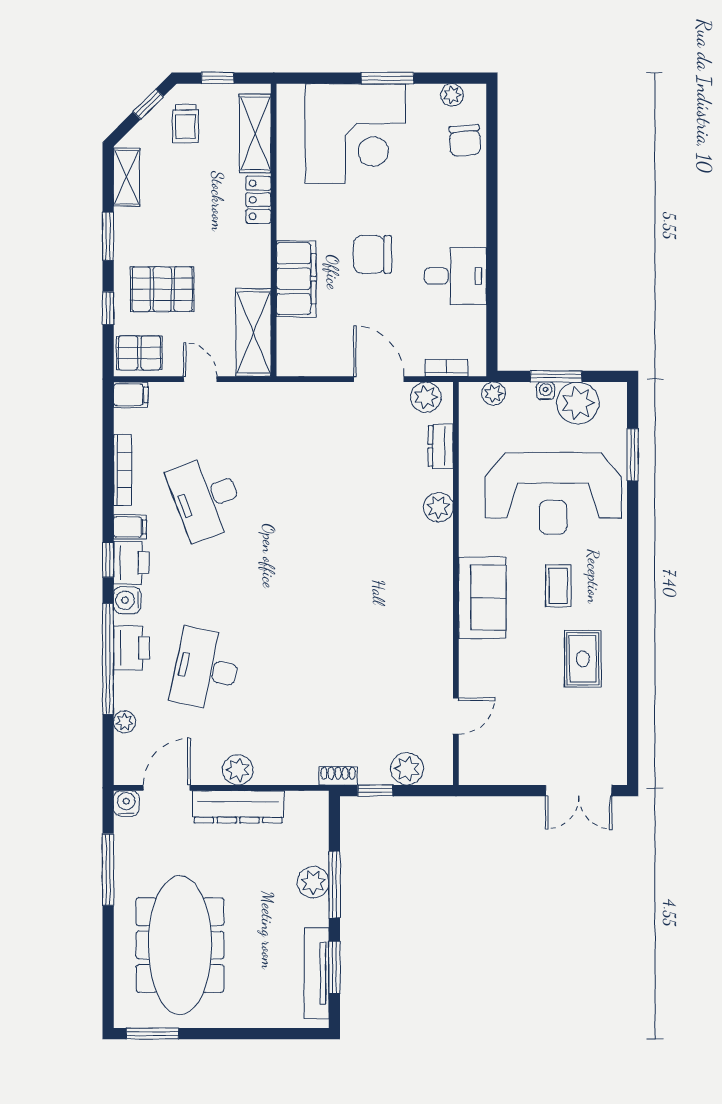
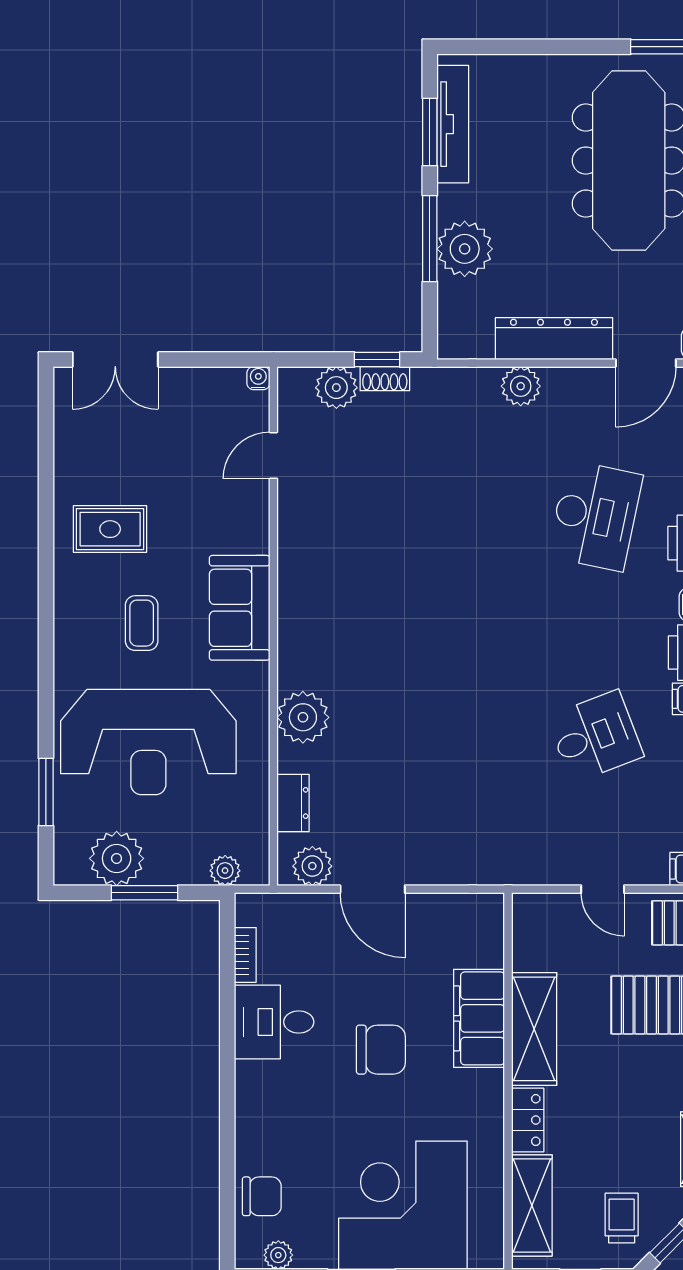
chair: (465, 140) -> (262, 1196), turned 94
shelving: (253, 333) -> (534, 1029), moved
bookcase: (446, 368) -> (245, 955), moved, turned -90
water cooler: (546, 391) -> (258, 378), moved, turned 180
reception desk: (553, 493) -> (148, 742), turned 180
desk: (206, 498) -> (595, 737), width x0.73
plant: (438, 507) -> (303, 717), width x1.36, depth x1.36
rug: (583, 659) -> (110, 529), turned 90
plant: (238, 770) -> (521, 386), moved
shoe rack: (338, 776) -> (385, 379), moved
double door: (579, 791) -> (115, 360), swing flipped
plant: (313, 882) -> (465, 249), width x1.36, depth x1.36

